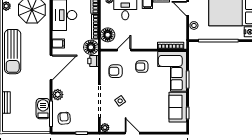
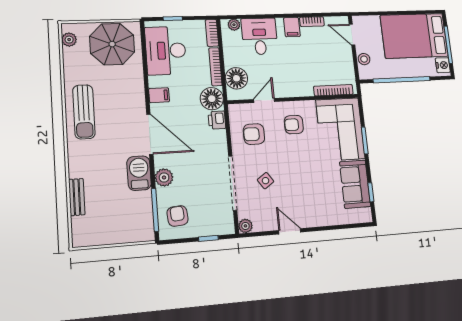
sun lounger: (13, 52) -> (84, 112), width x0.73, depth x0.75
door: (51, 67) -> (150, 134), hinge flipped
barbecue: (43, 109) -> (139, 173), moved

